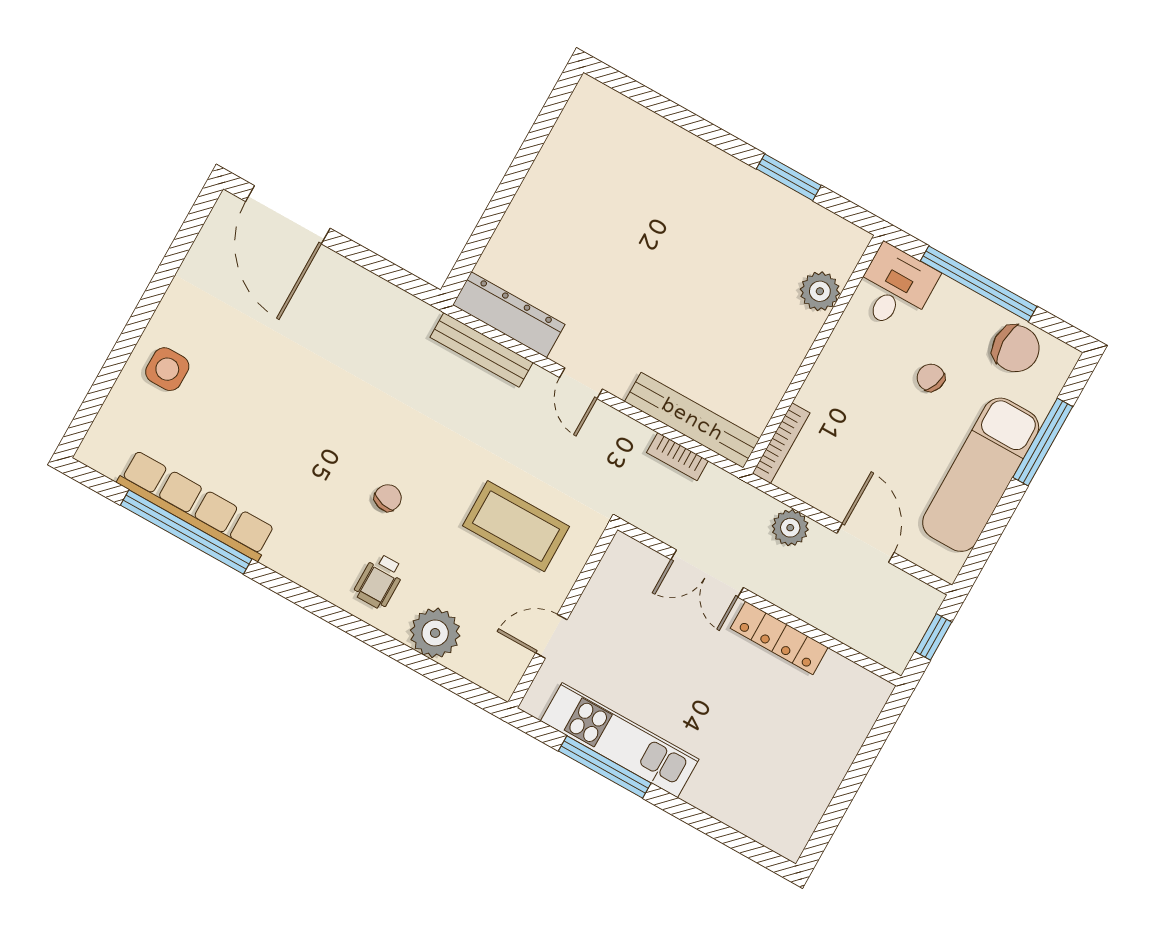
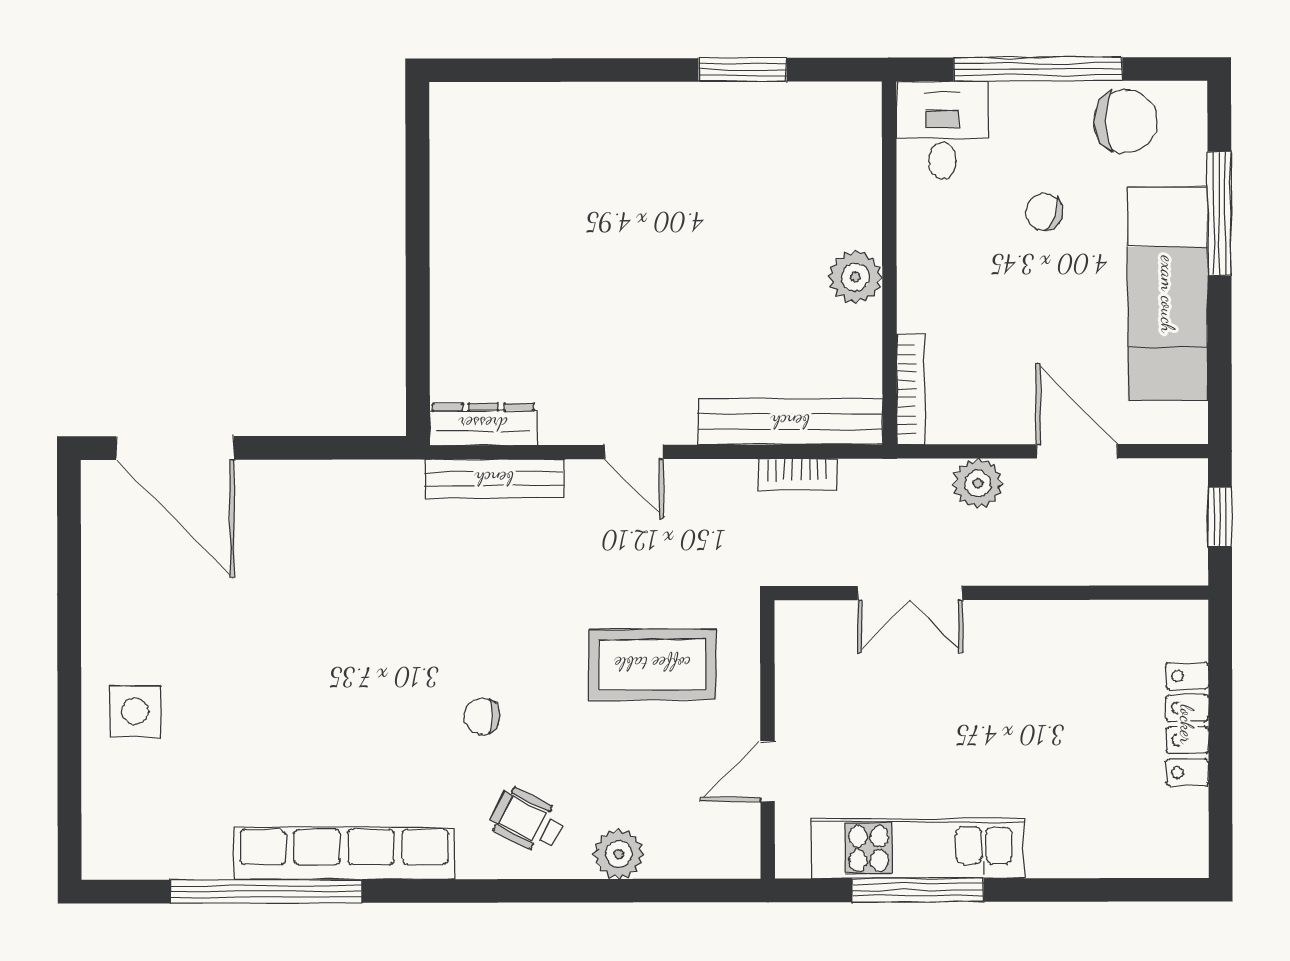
plant: (820, 291) -> (855, 277), moved
dresser: (509, 315) -> (483, 424), width x0.73, depth x0.80
chair: (388, 498) -> (482, 716), turned -104
row of seats: (196, 506) -> (344, 853), moved
wheelchair: (379, 581) -> (527, 821), turned 117
plant: (435, 633) -> (619, 854), width x0.73, depth x0.73
locker: (779, 638) -> (1187, 724), moved, turned 90

